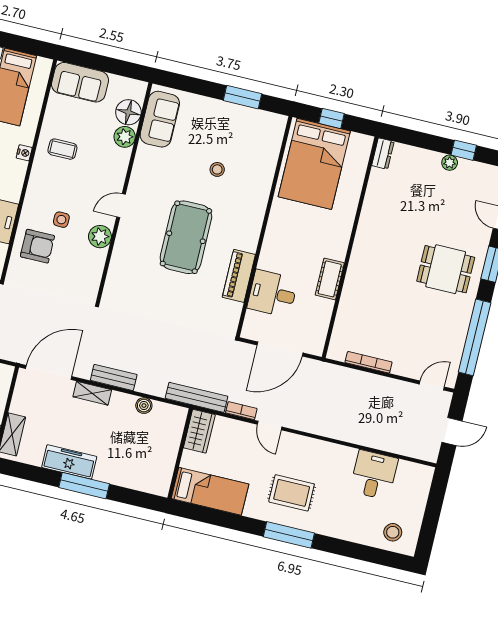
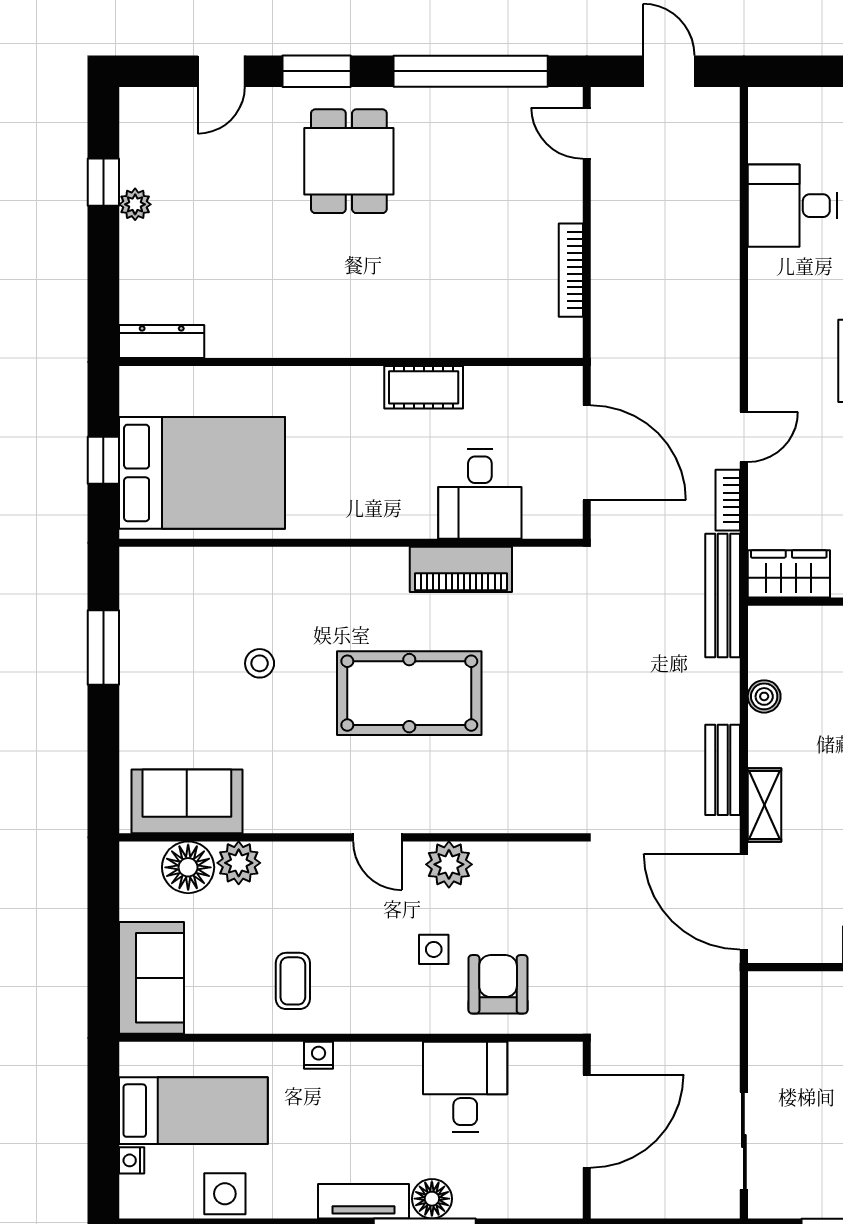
dresser: (383, 154) -> (162, 341), width x1.44

